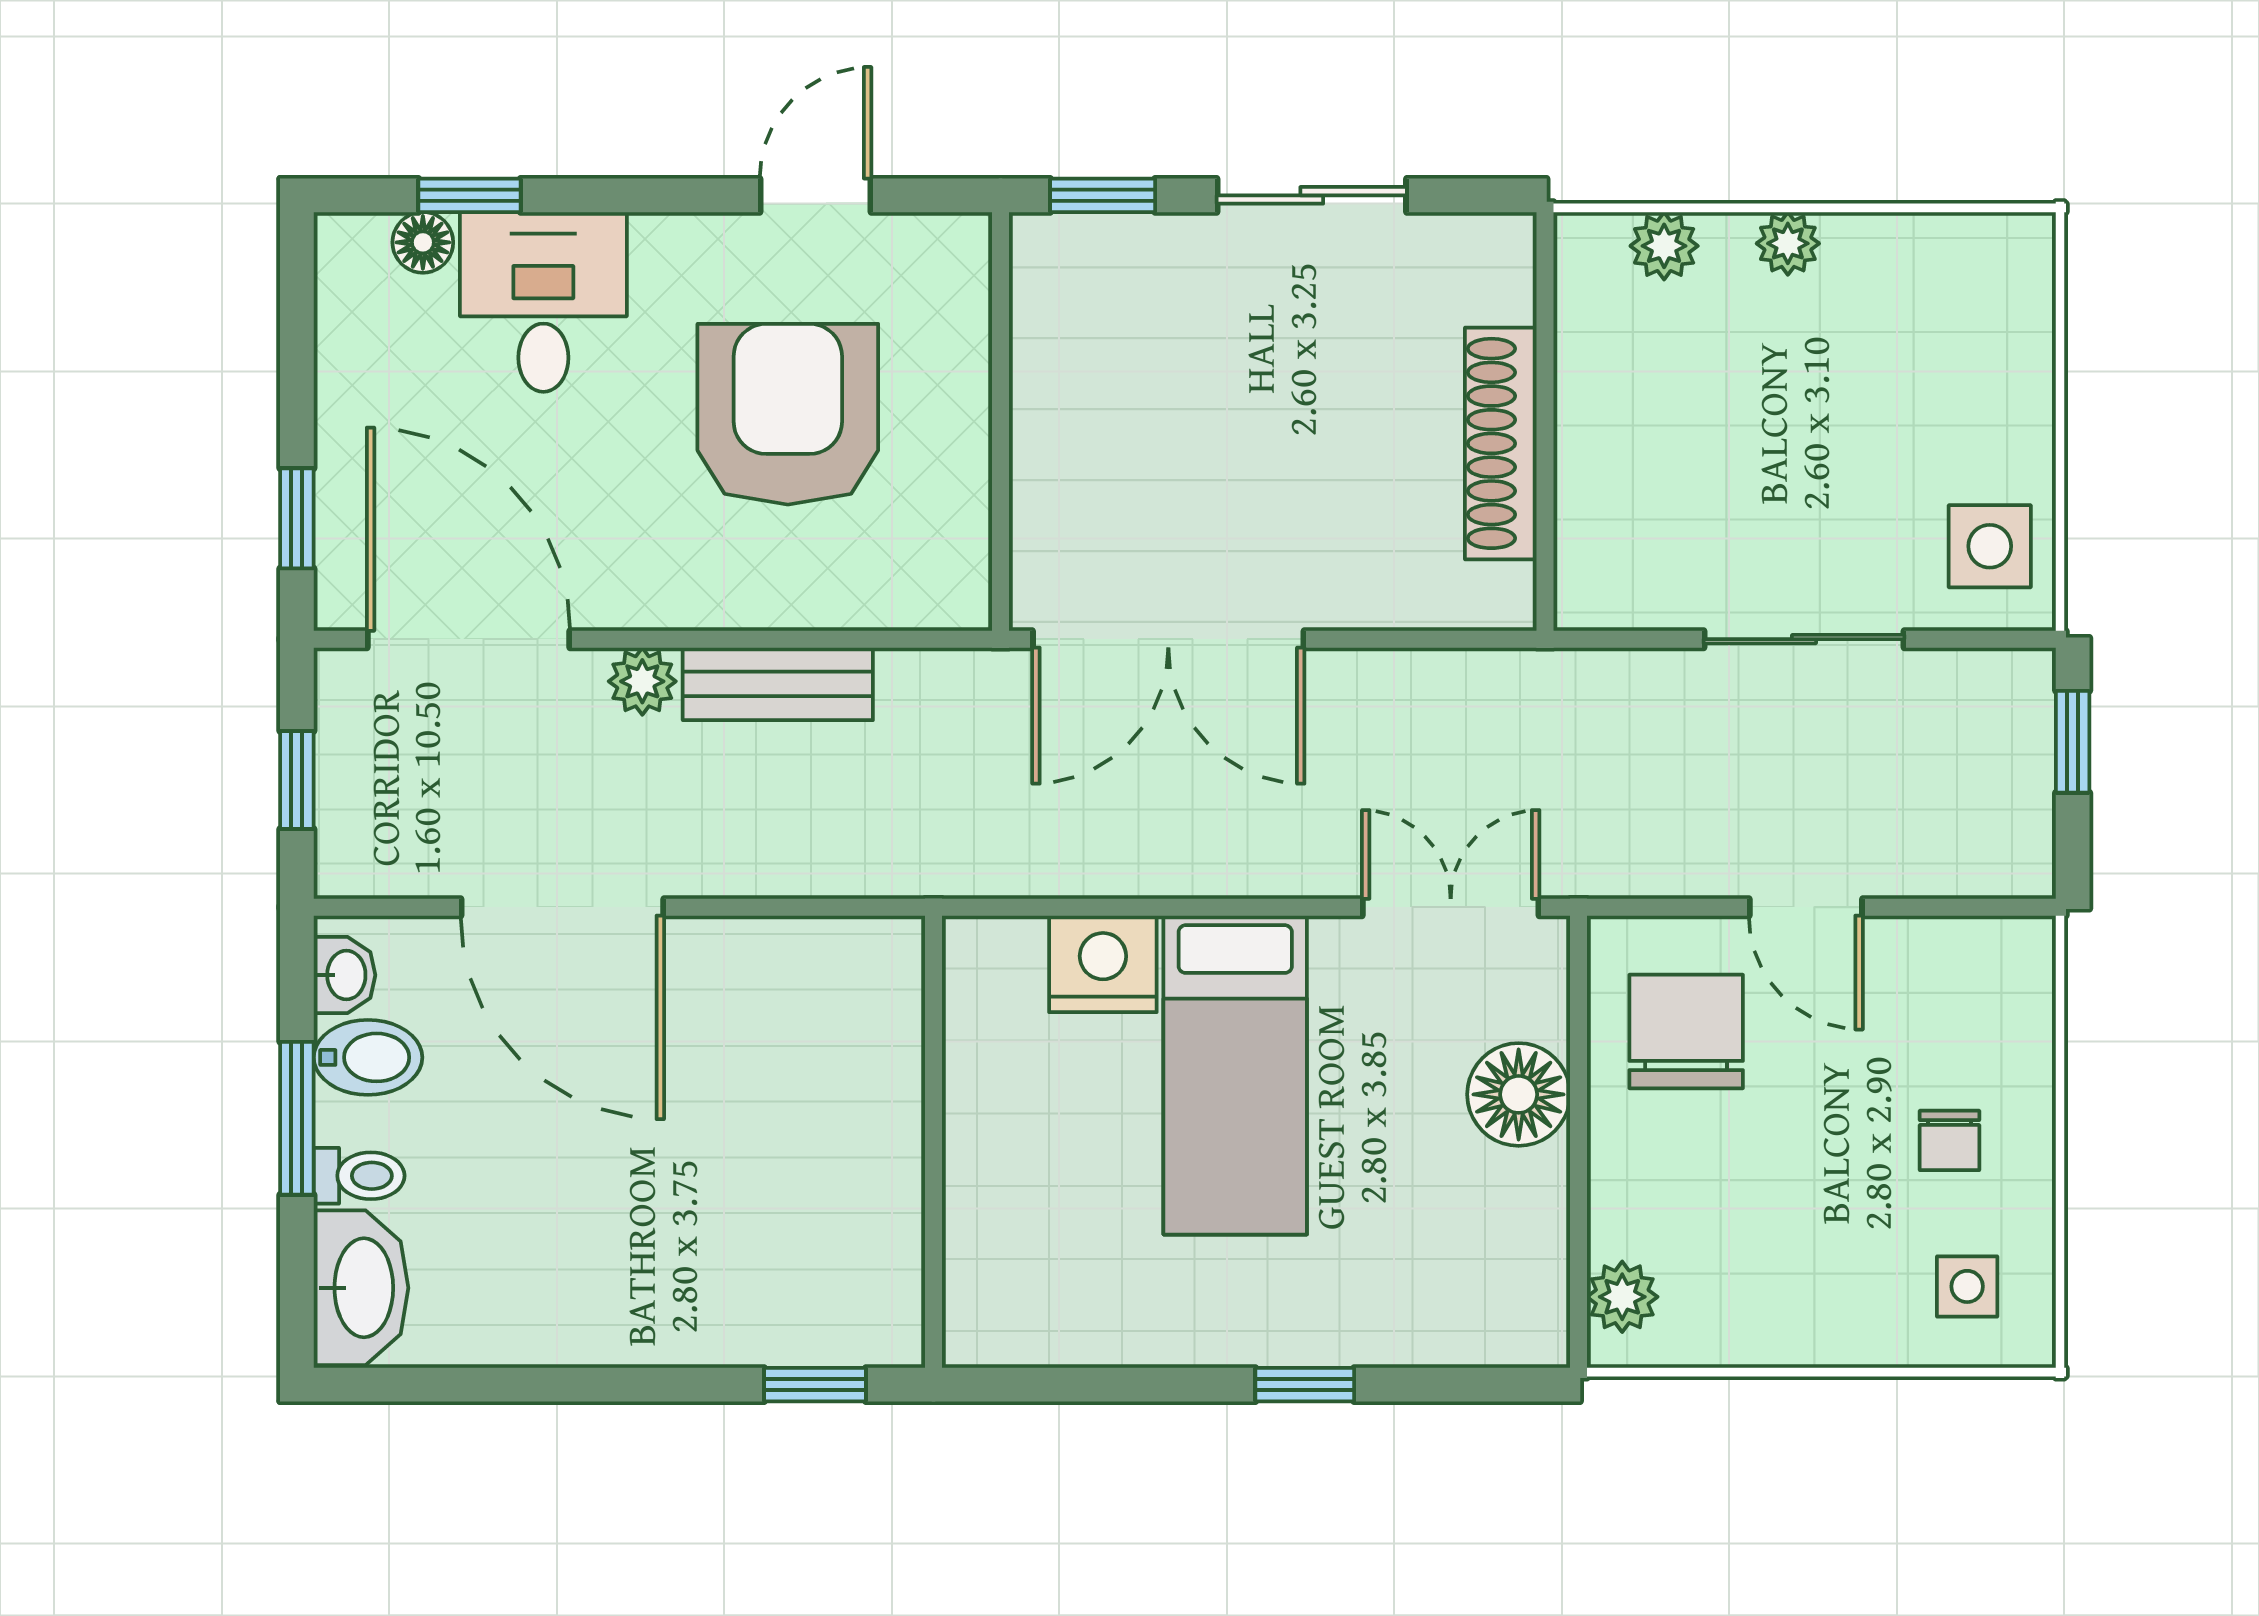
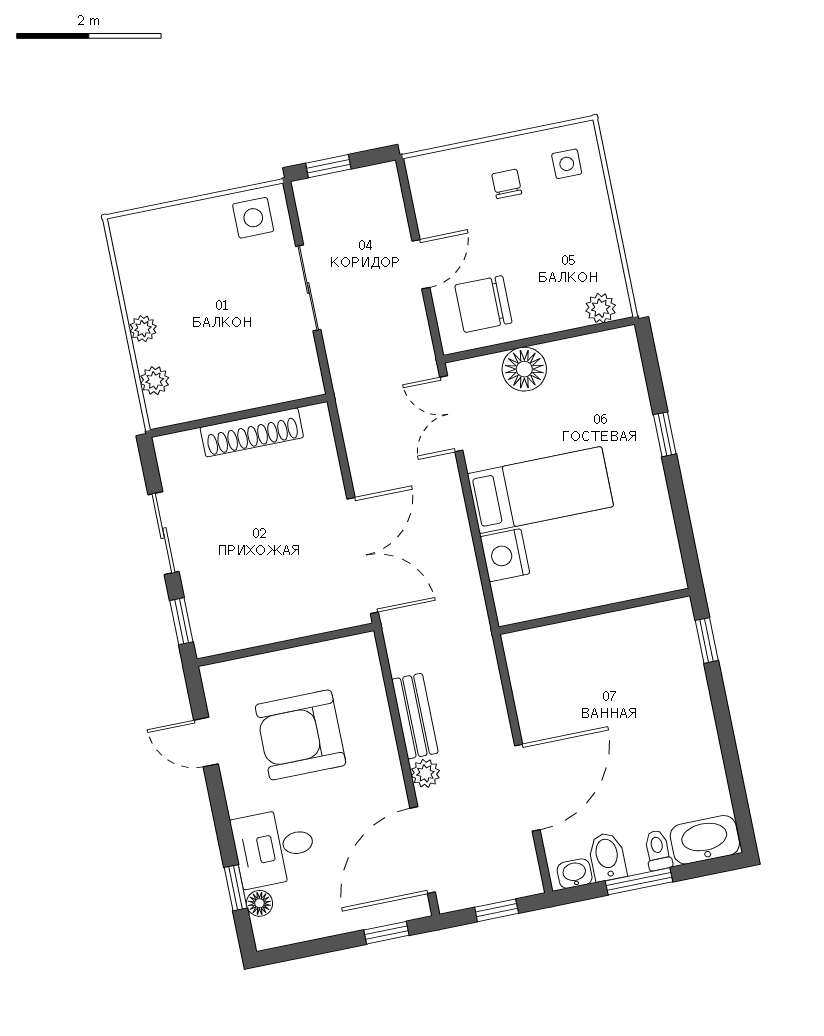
chair: (1949, 1140) -> (507, 184), turned -90

